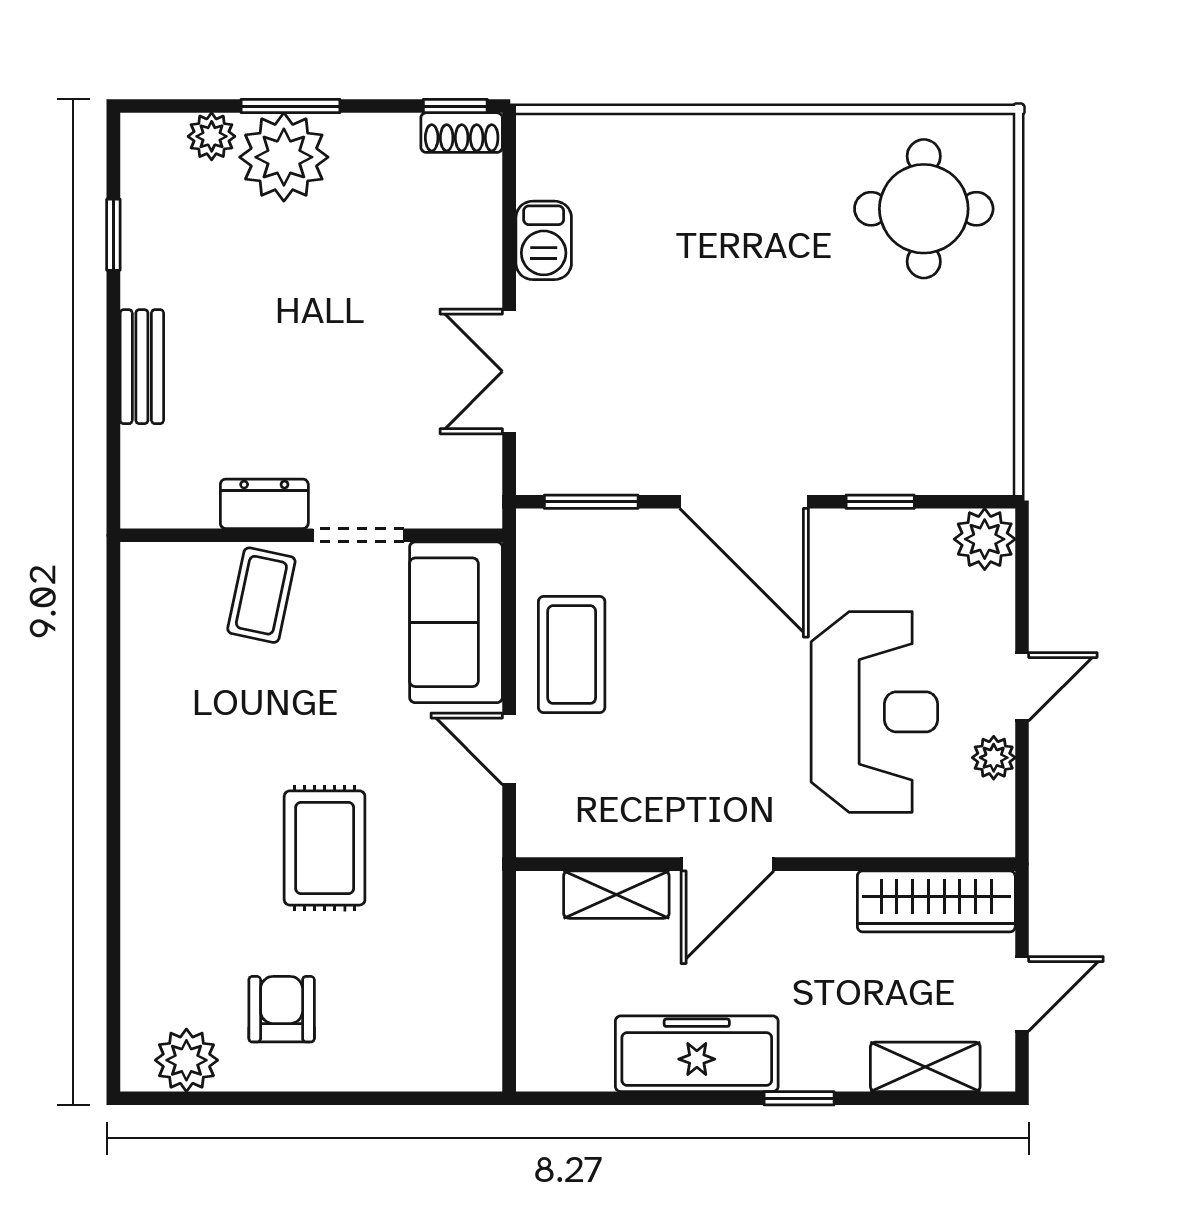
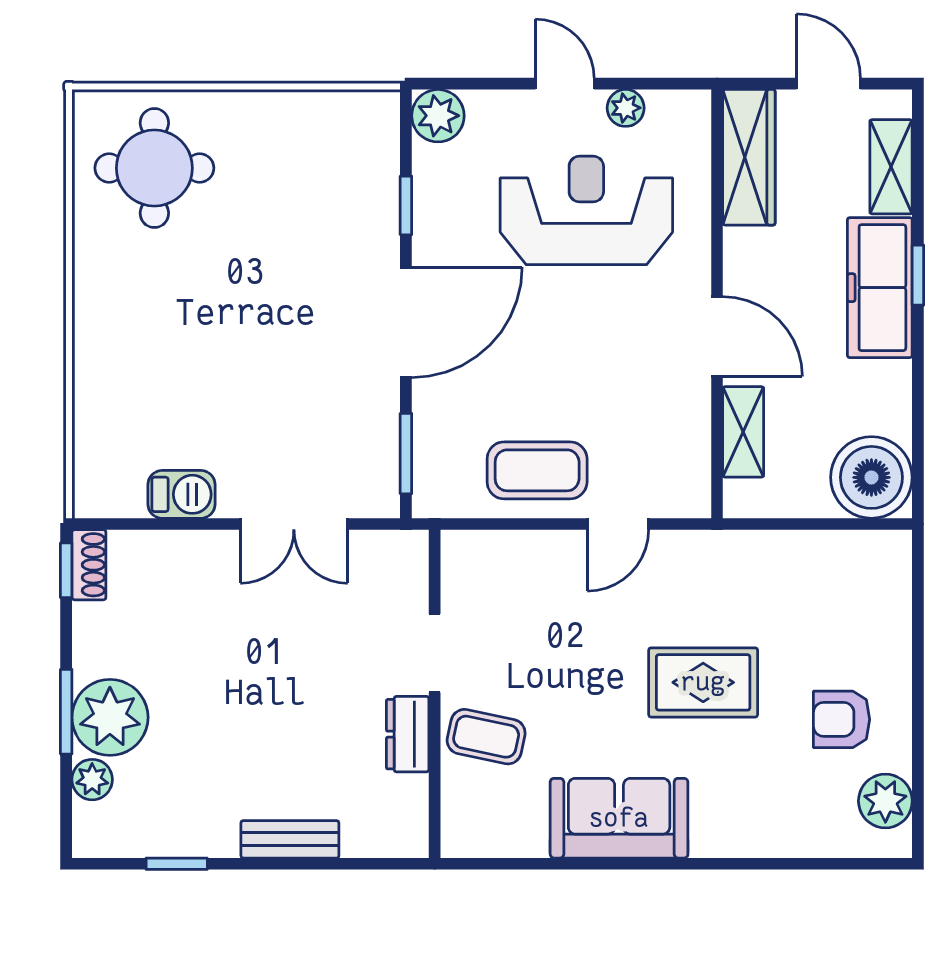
sofa: (456, 622) -> (619, 818), moved, turned 180
boiler: (563, 1044) -> (871, 477), added
freezer: (697, 1054) -> (880, 288), moved

